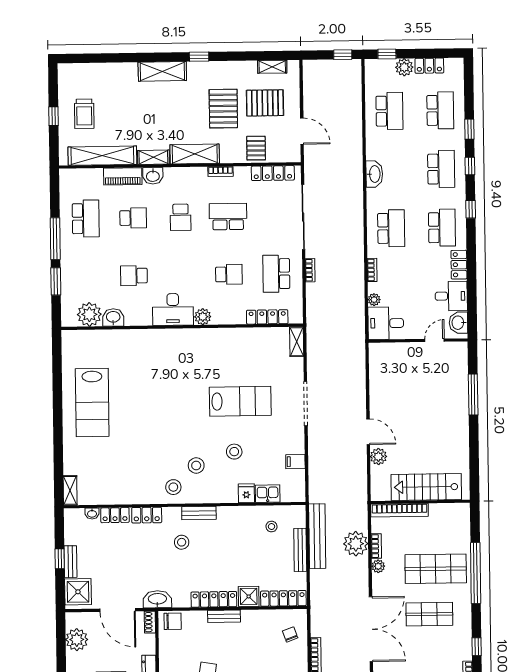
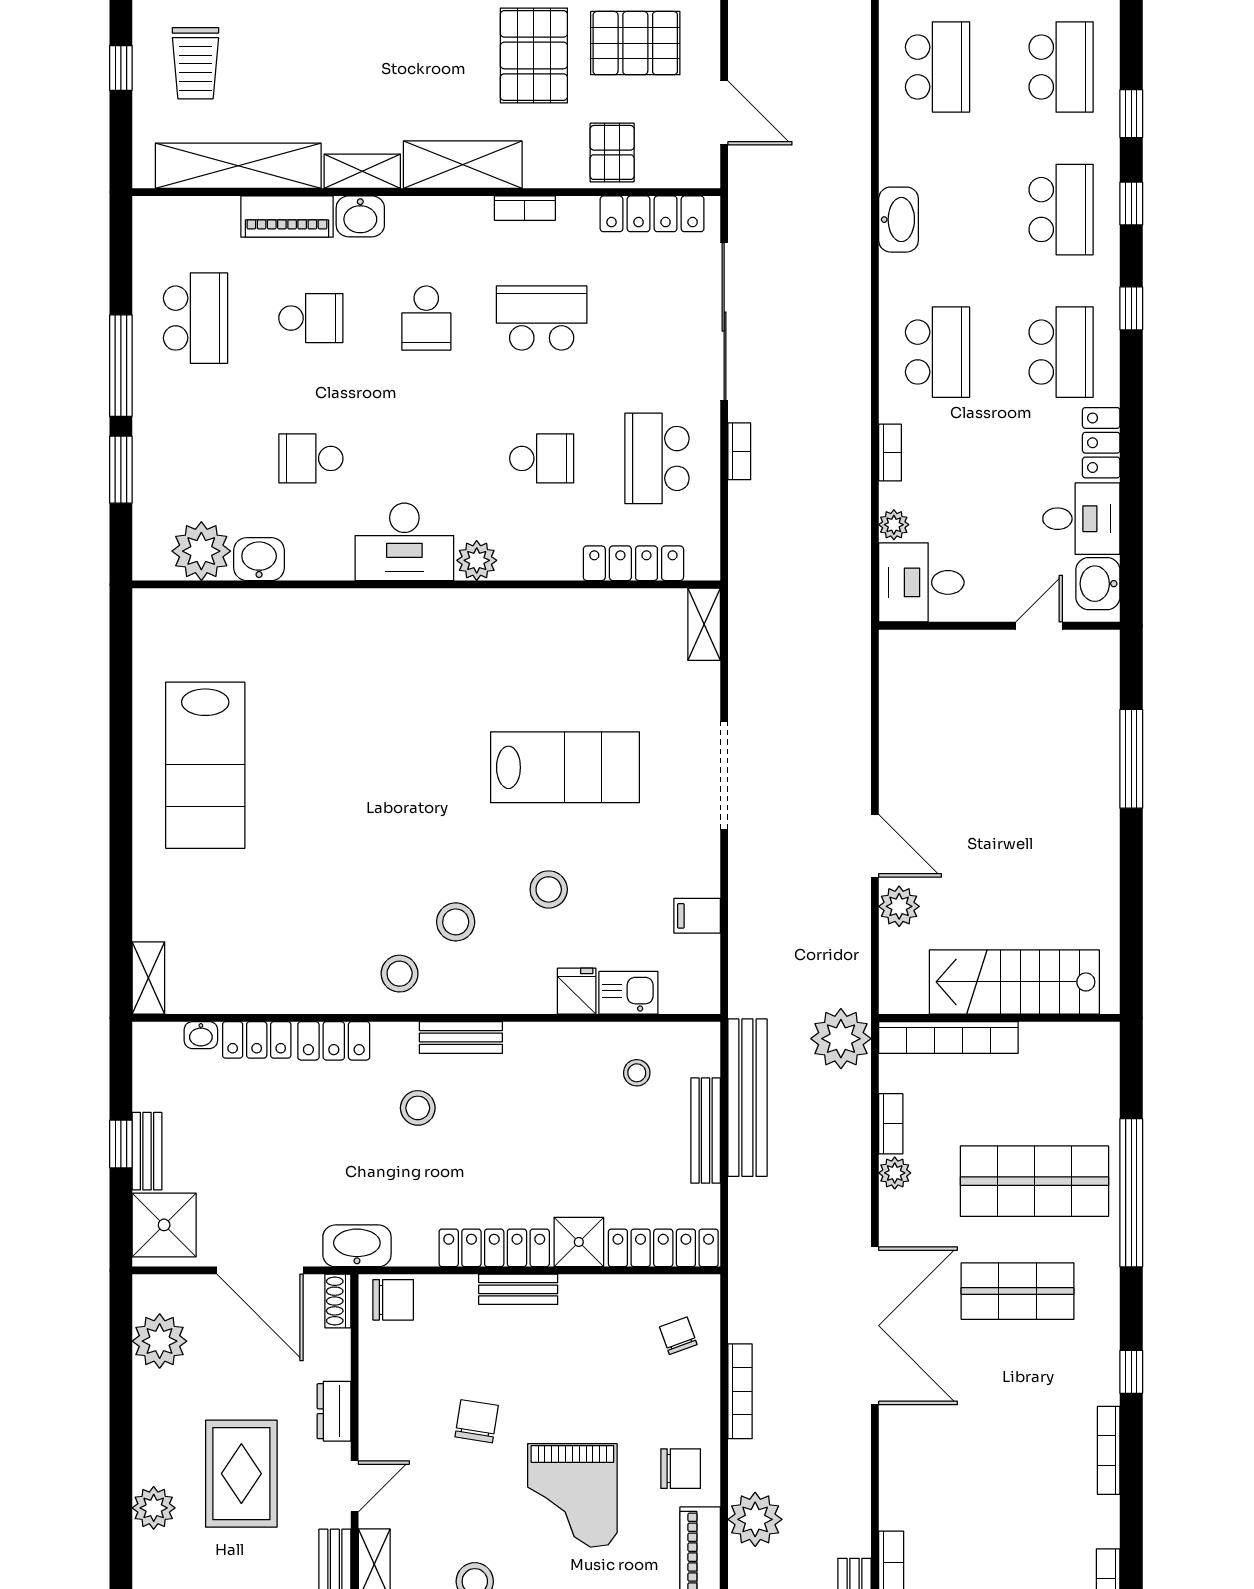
plant: (356, 544) -> (841, 1039), moved

